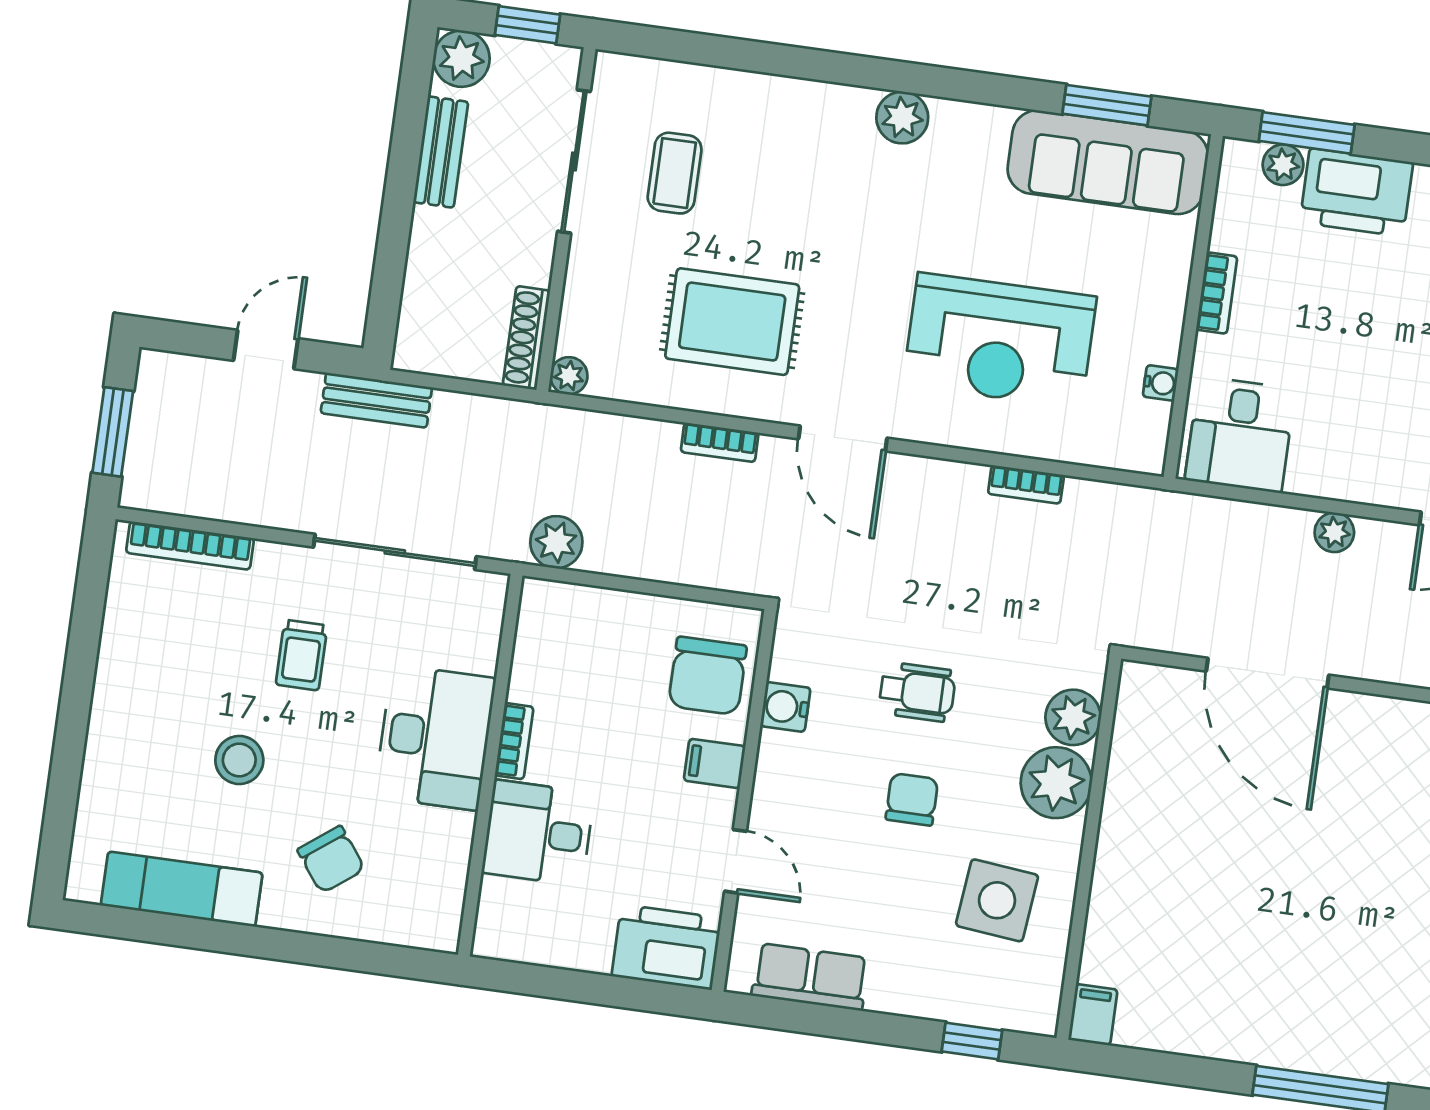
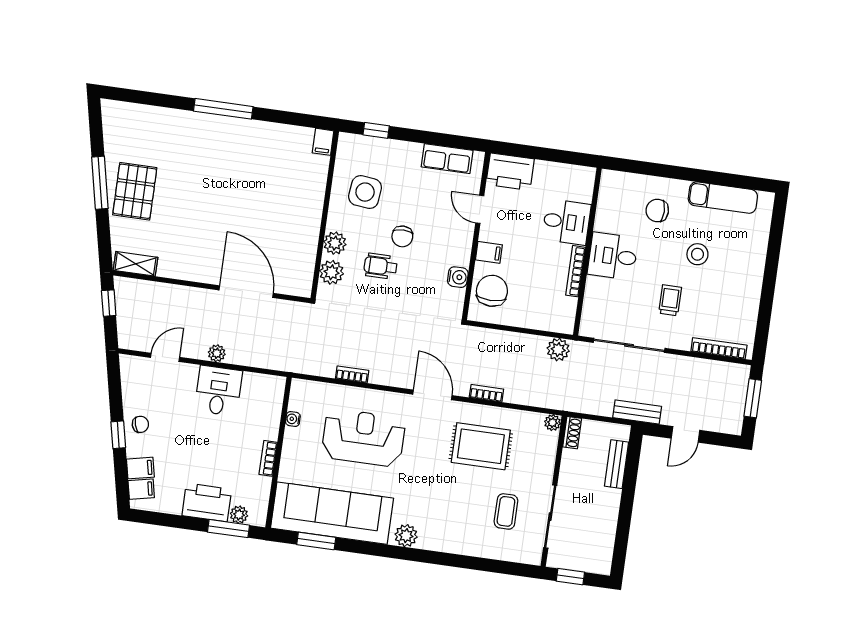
plant: (461, 59) -> (599, 562), removed
bench: (441, 152) -> (617, 464), moved
sofa: (1108, 162) -> (332, 513), width x1.36, depth x1.27
shoe rack: (526, 338) -> (572, 433), width x0.70
desk: (1240, 434) -> (218, 391), moved
wheelchair: (917, 692) -> (380, 266), moved
desk: (435, 737) -> (613, 256), width x0.73
bookcase: (514, 741) -> (576, 271), width x1.56
plant: (1056, 783) -> (335, 243), width x0.73, depth x0.73
chair: (331, 859) -> (657, 211), turned -53

